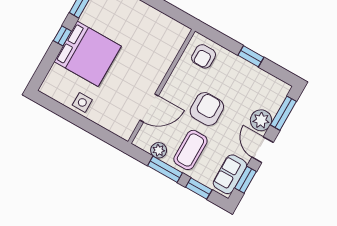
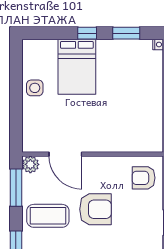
bed: (88, 54) -> (77, 67), width x0.73
plant: (159, 150) -> (30, 164), moved
window: (165, 169) -> (16, 188), moved

